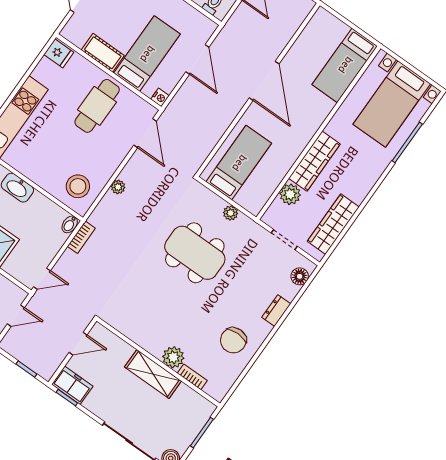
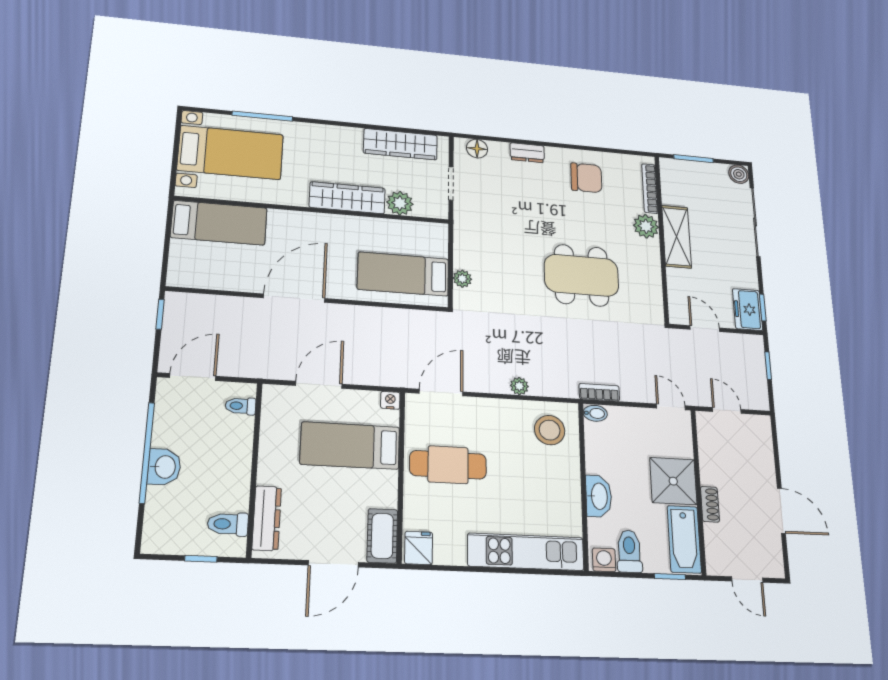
cot: (103, 53) -> (382, 536), moved
plant: (231, 213) -> (462, 279), moved
dining table: (195, 253) -> (581, 275), moved, turned 90
bookcase: (192, 377) -> (650, 188), width x1.56

